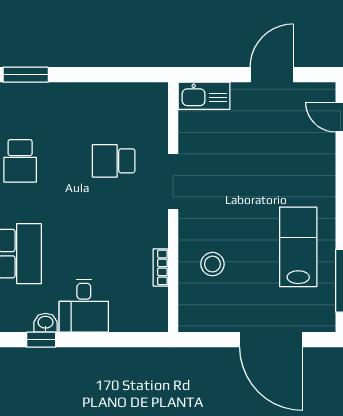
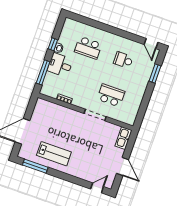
school desk: (114, 161) -> (111, 95), width x1.85
stool: (212, 264) -> (59, 119), removed
window: (115, 340) -> (43, 72), added

